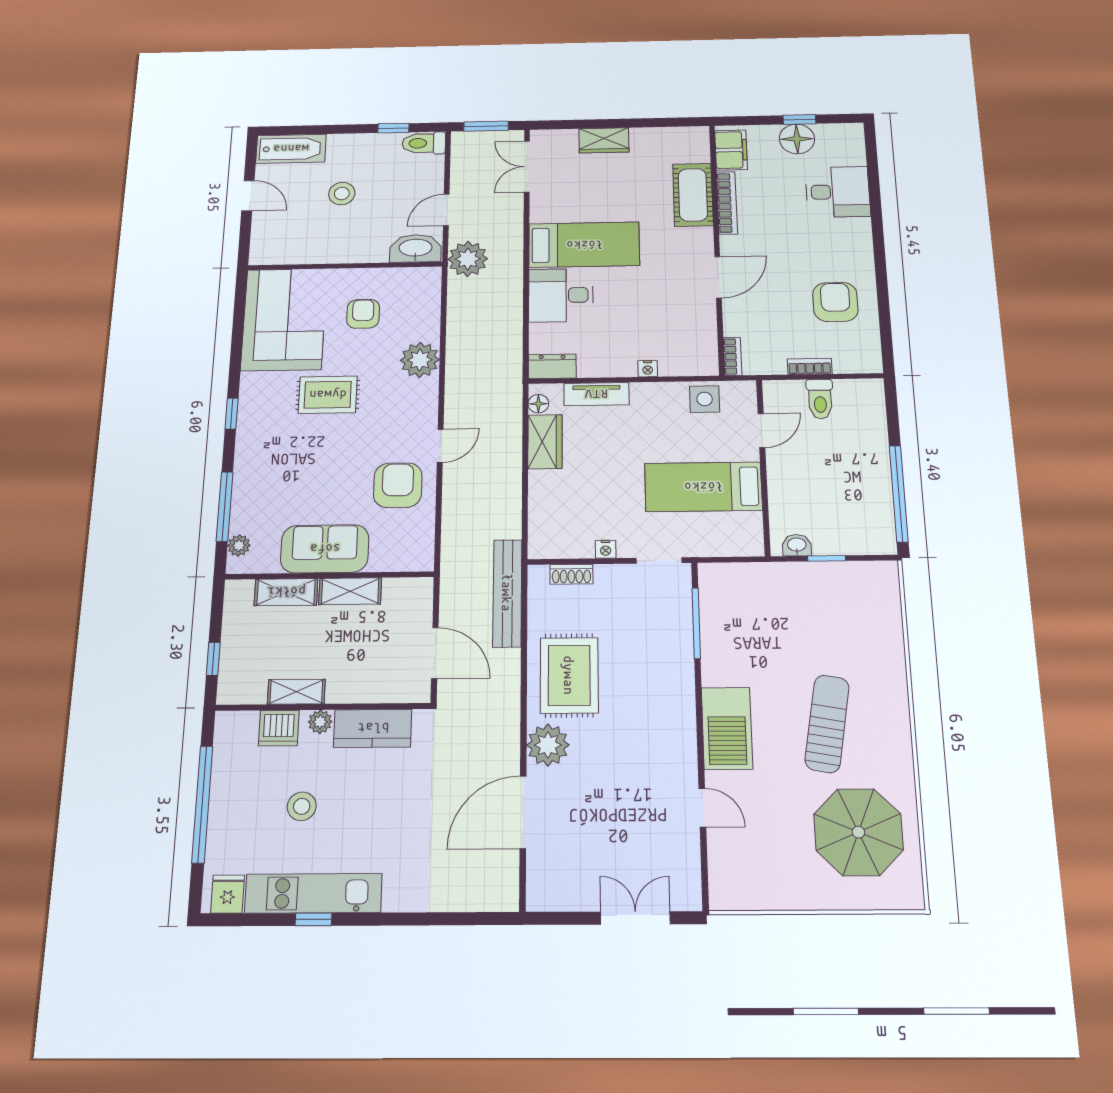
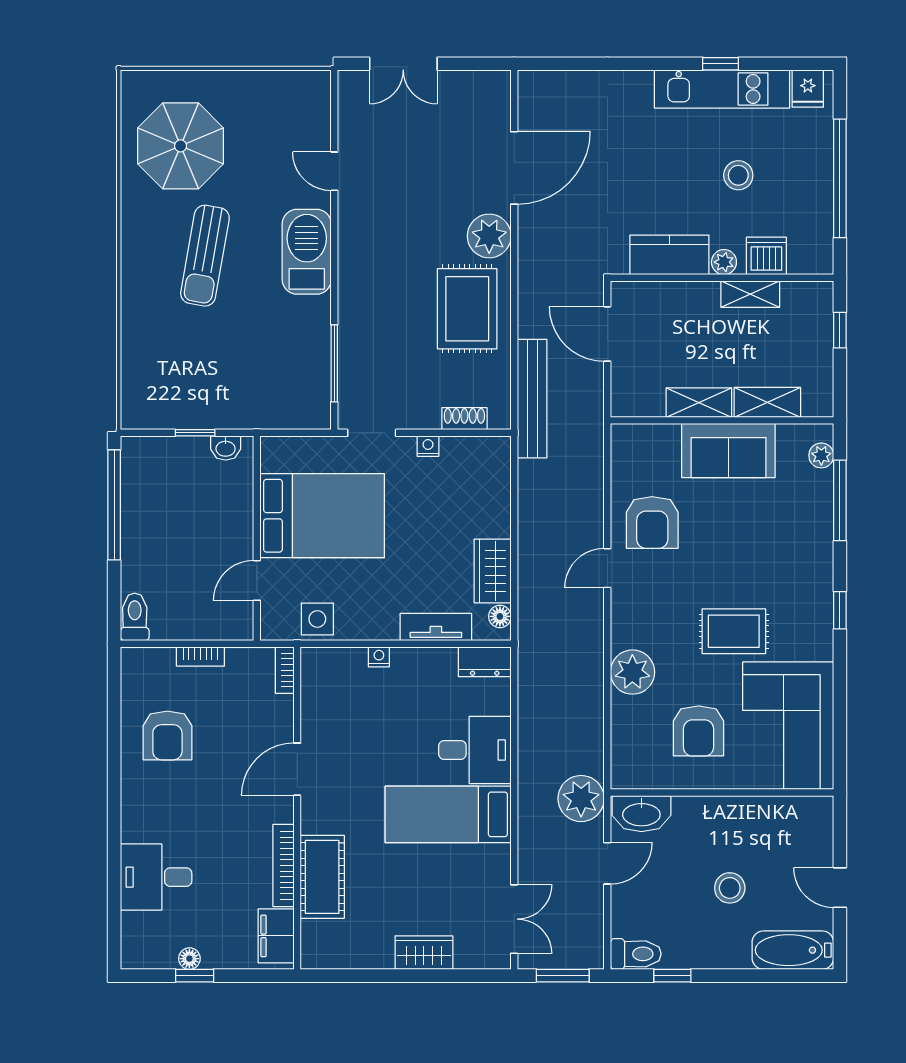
floor lamp: (797, 139) -> (189, 959), width x0.53, depth x0.53
armchair: (363, 314) -> (699, 731), width x1.38, depth x1.38
toilet: (820, 399) -> (135, 617), moved
bed: (703, 487) -> (322, 516), width x1.50

